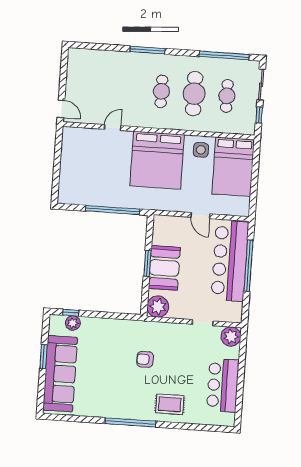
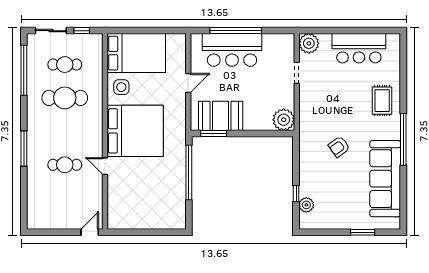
cafe table: (161, 91) -> (65, 165), moved
door: (113, 127) -> (105, 166), moved
bar counter: (230, 261) -> (232, 50), width x0.73
window: (147, 263) -> (214, 133), moved
booth: (164, 268) -> (221, 116), moved
window: (71, 313) -> (296, 194), moved
window: (44, 357) -> (363, 232), moved
armchair: (145, 359) -> (339, 147), moved, turned 54
sofa: (60, 374) -> (385, 179), moved, turned -90

